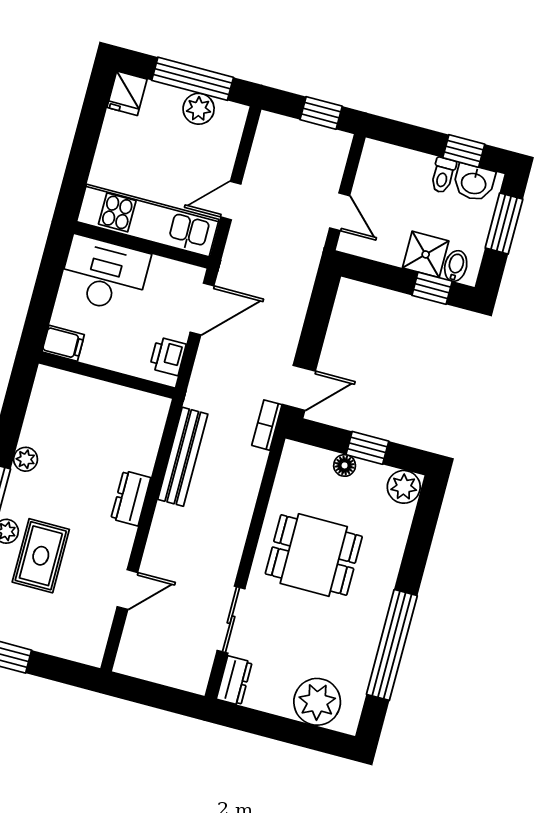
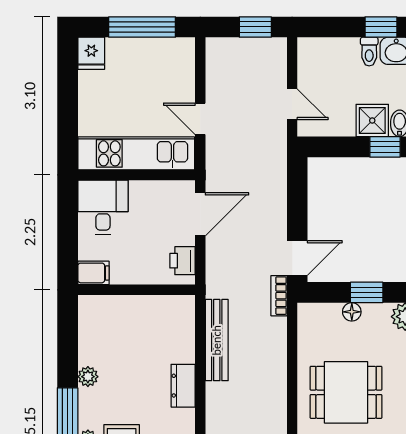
plant: (199, 109) -> (154, 50), removed
door: (231, 201) -> (200, 119), hinge flipped
desk: (104, 274) -> (103, 207), width x0.73

